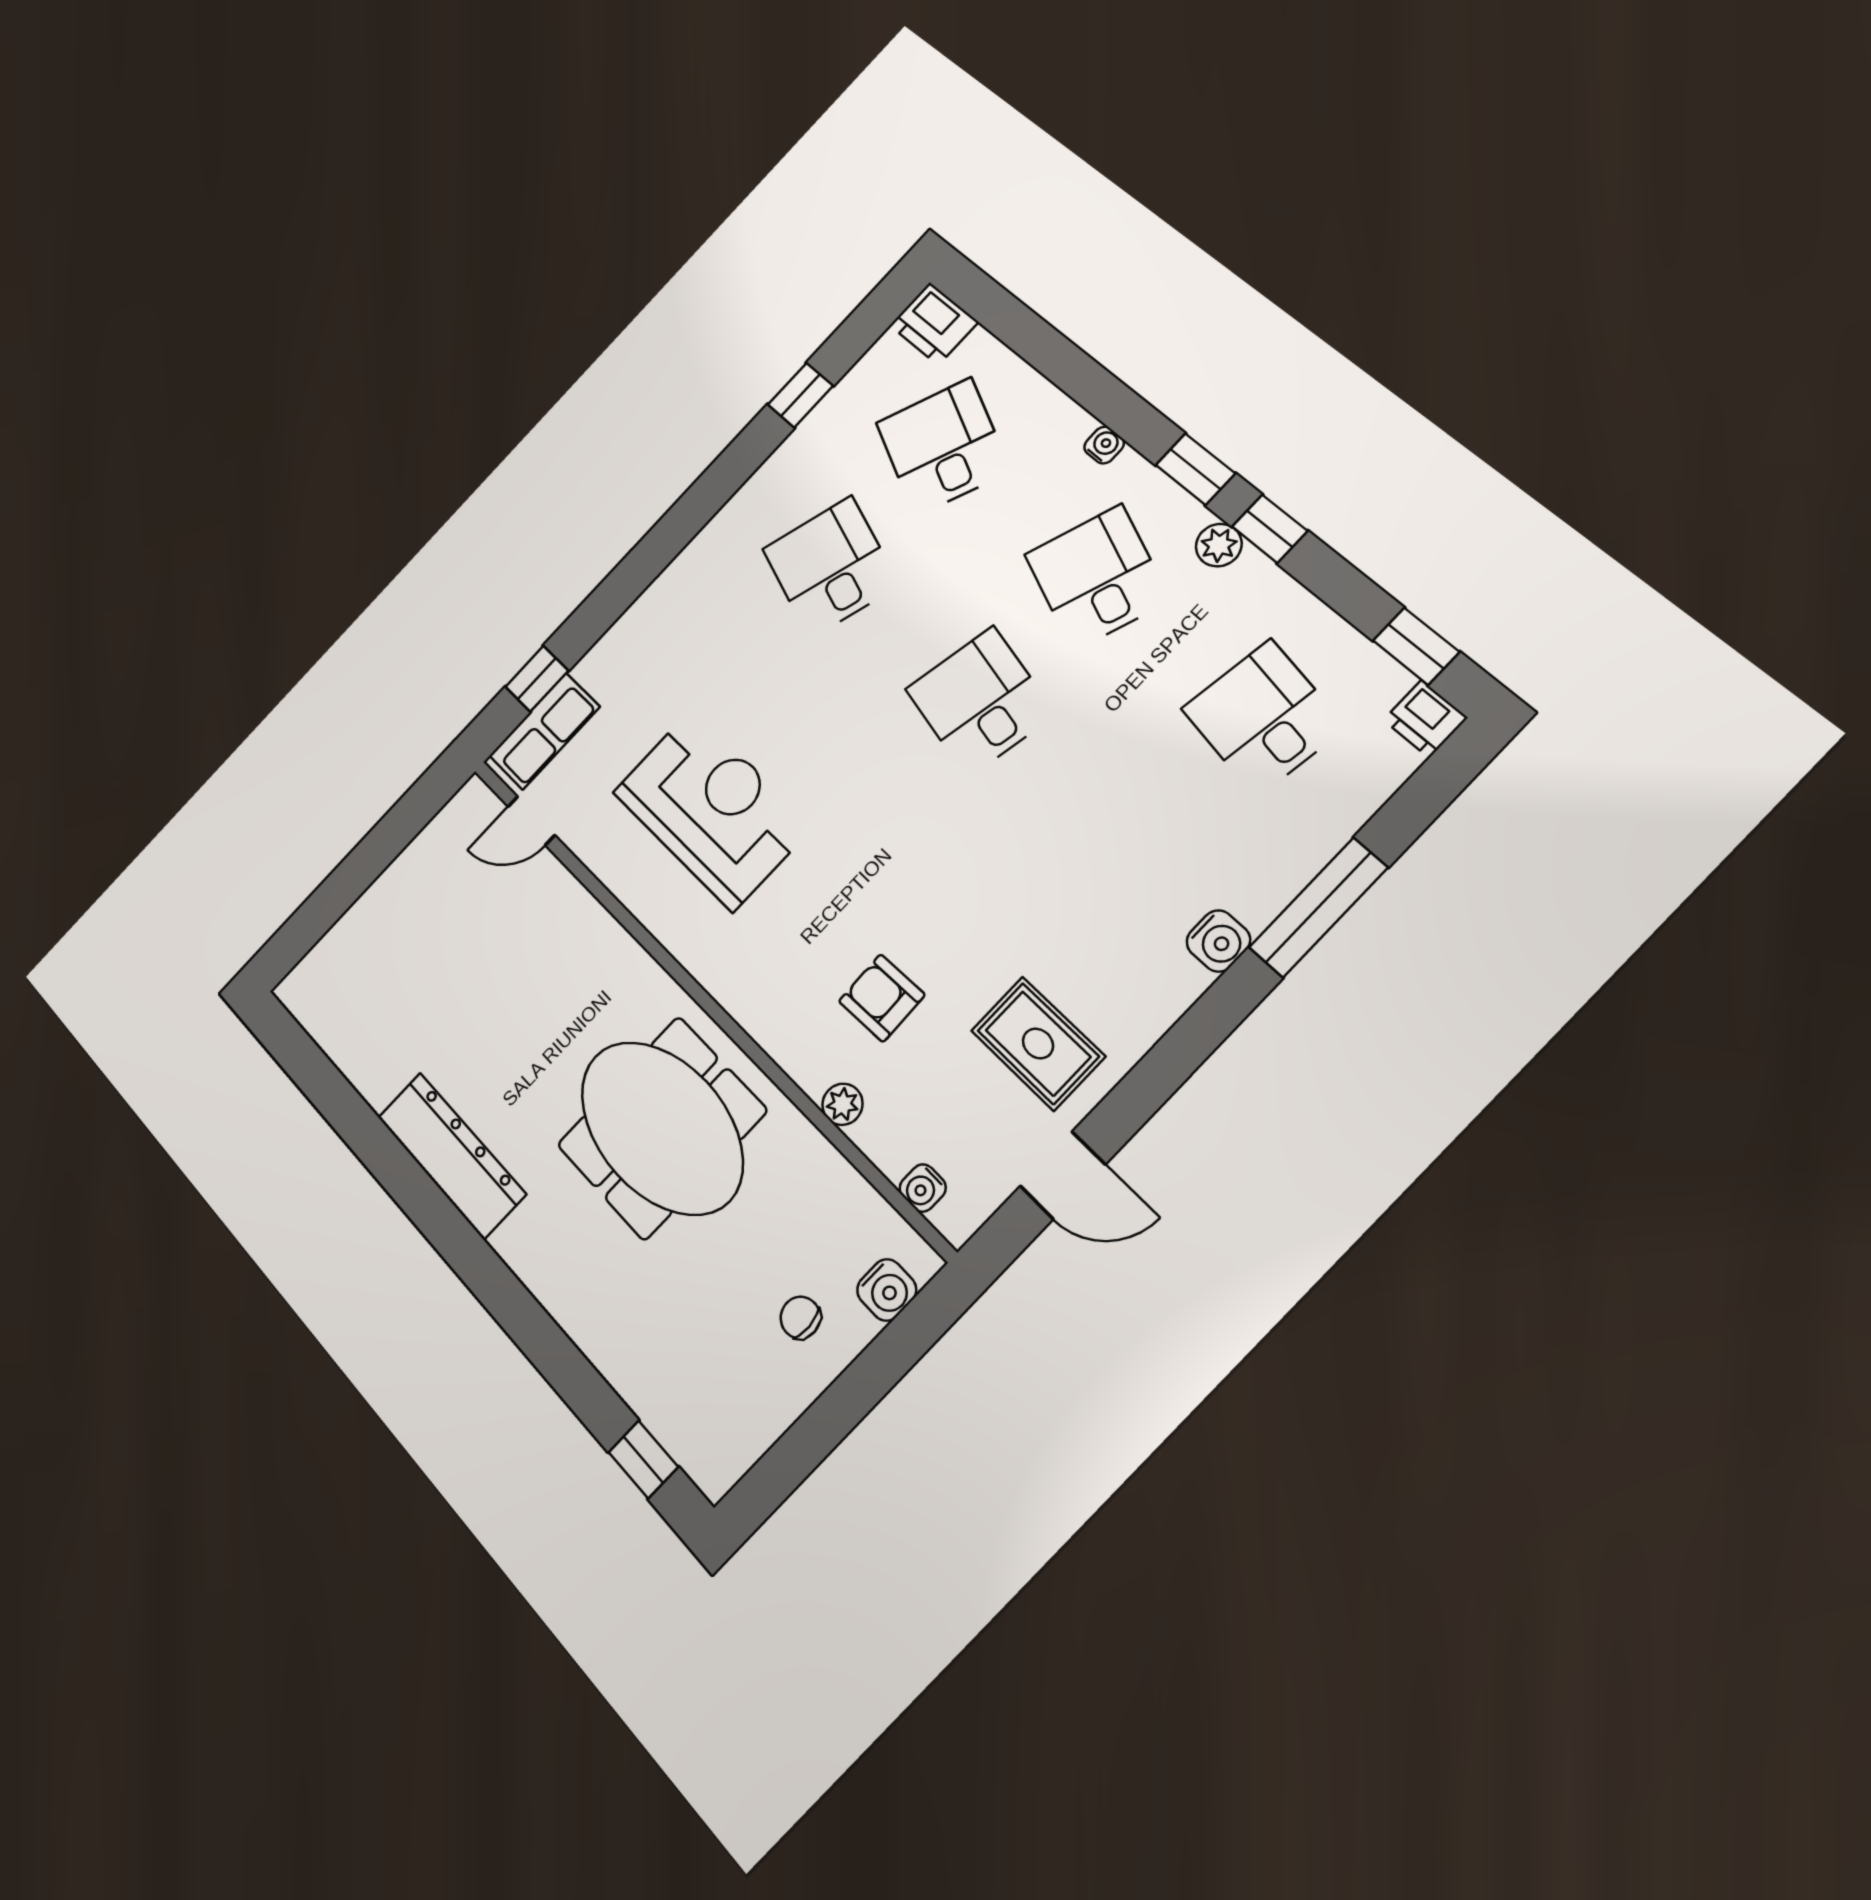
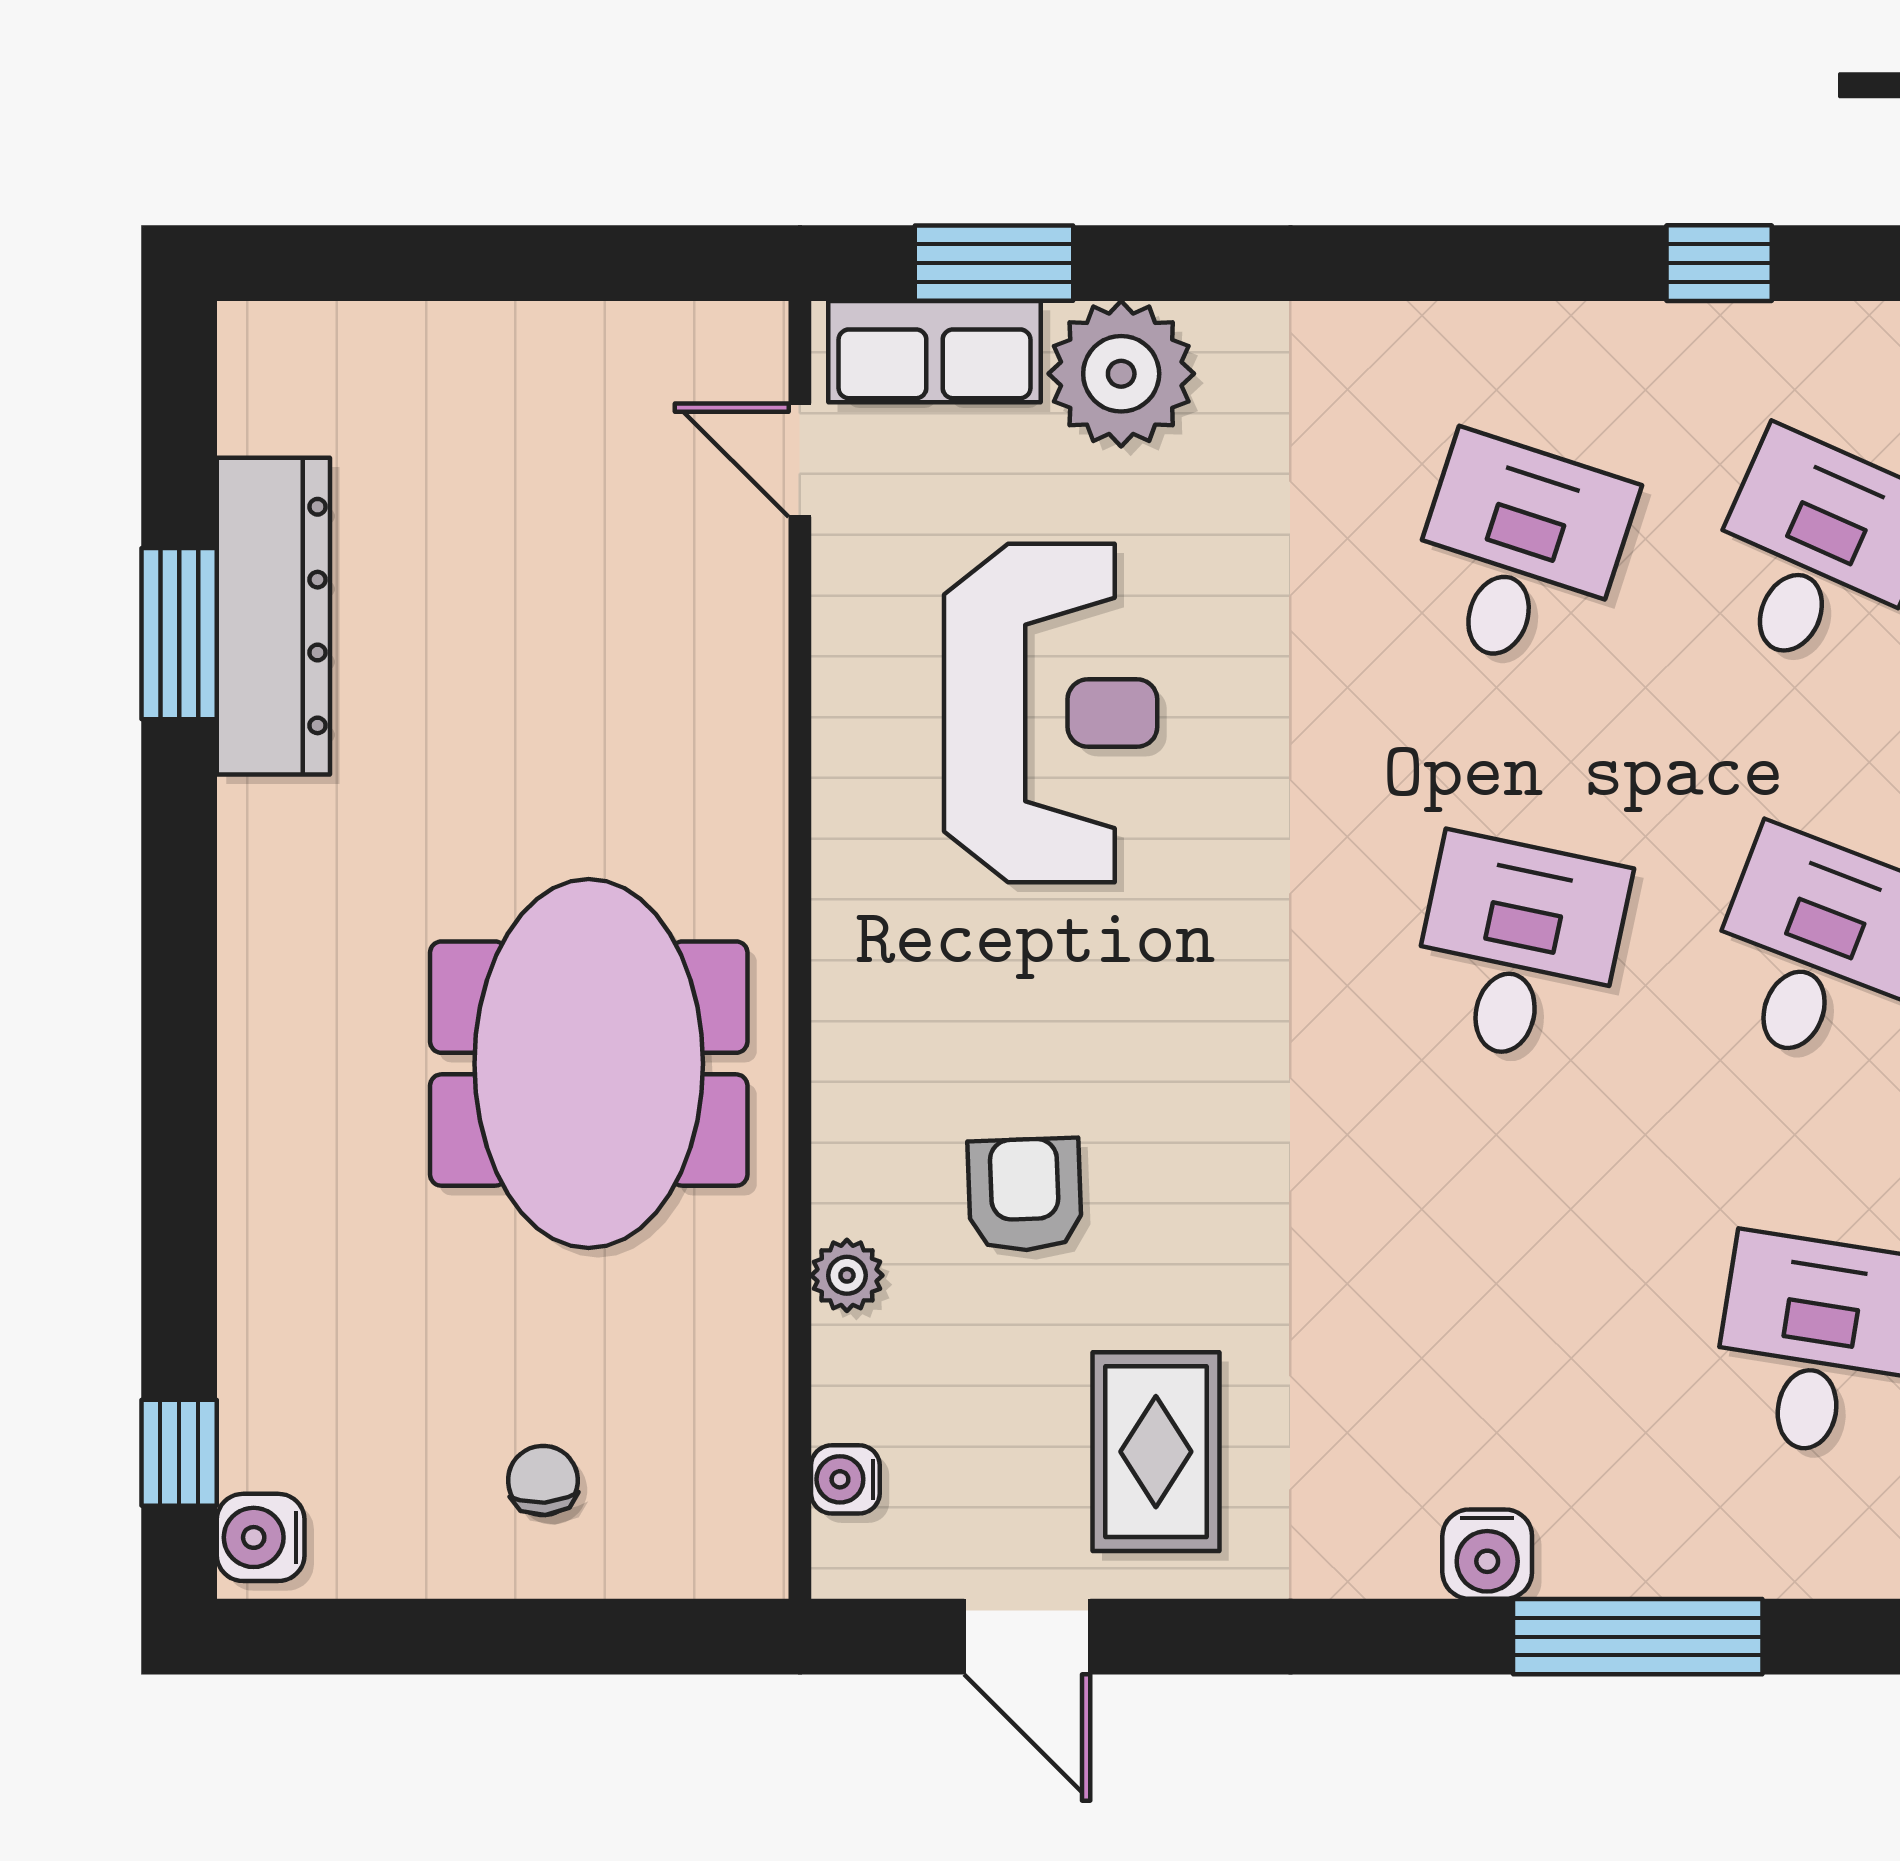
plant: (620, 665) -> (1121, 374), added
window: (537, 679) -> (994, 263), width x1.50
window: (360, 1127) -> (179, 634), added
dresser: (451, 1155) -> (273, 616), moved
water cooler: (887, 1290) -> (261, 1537), moved, turned 90

